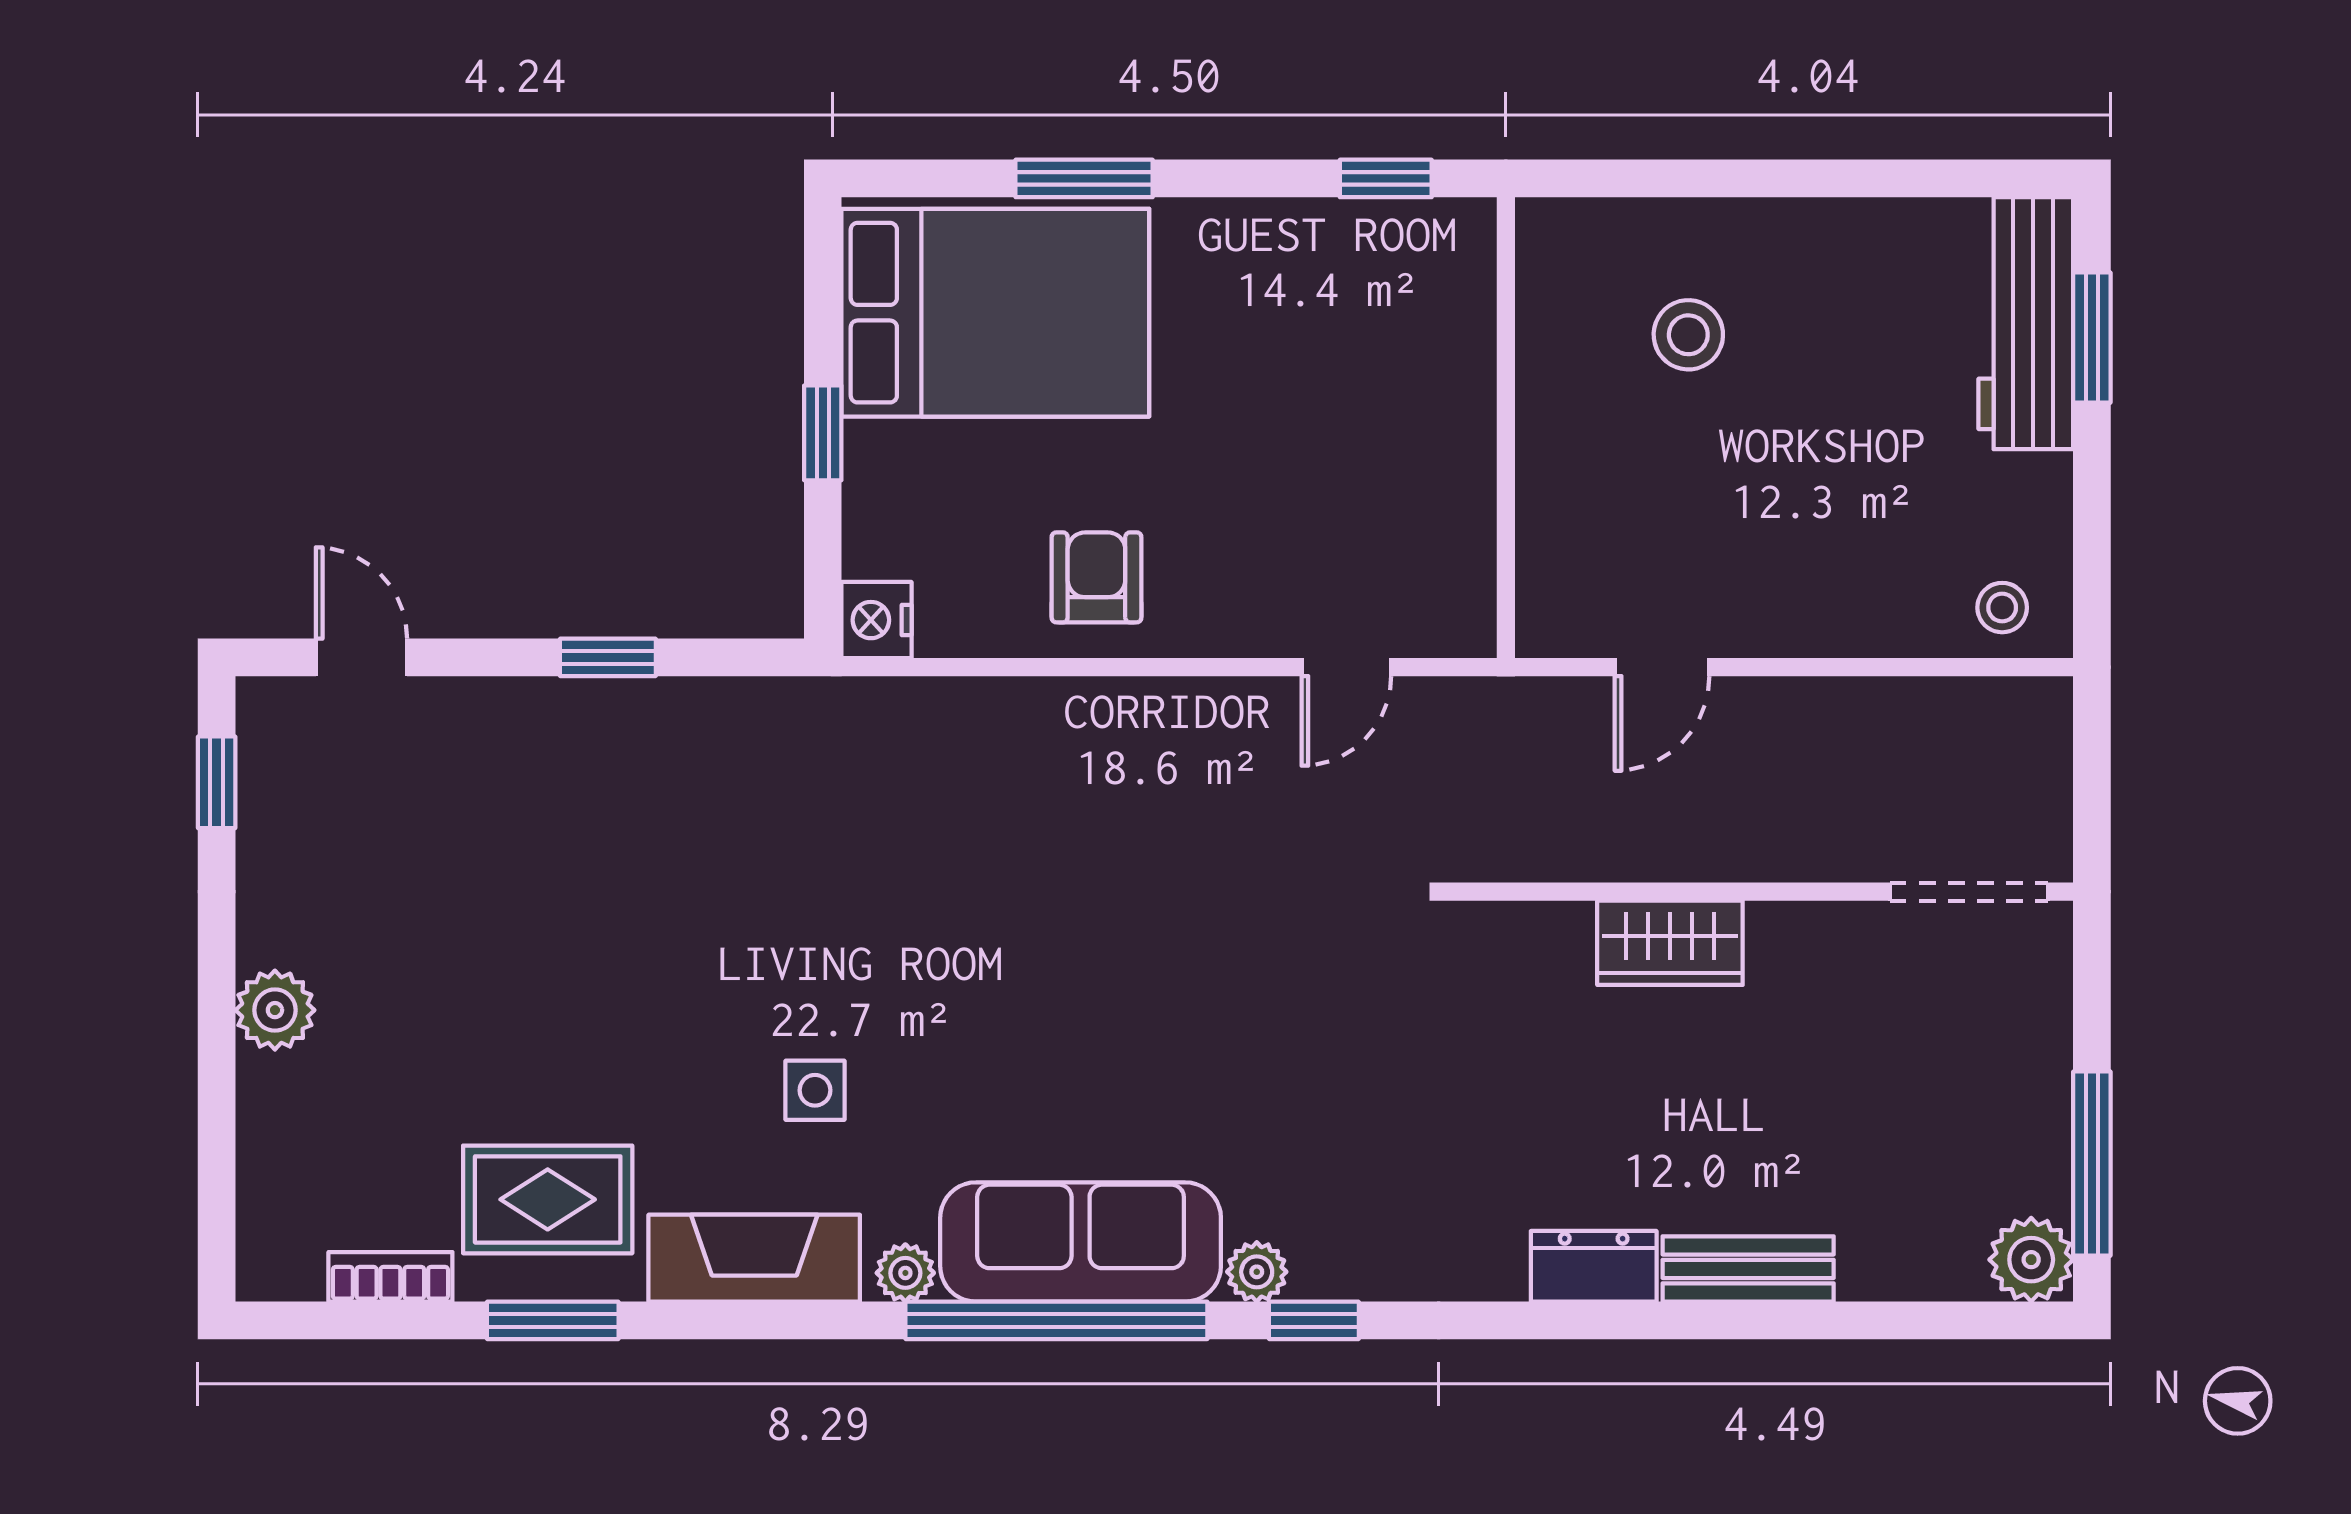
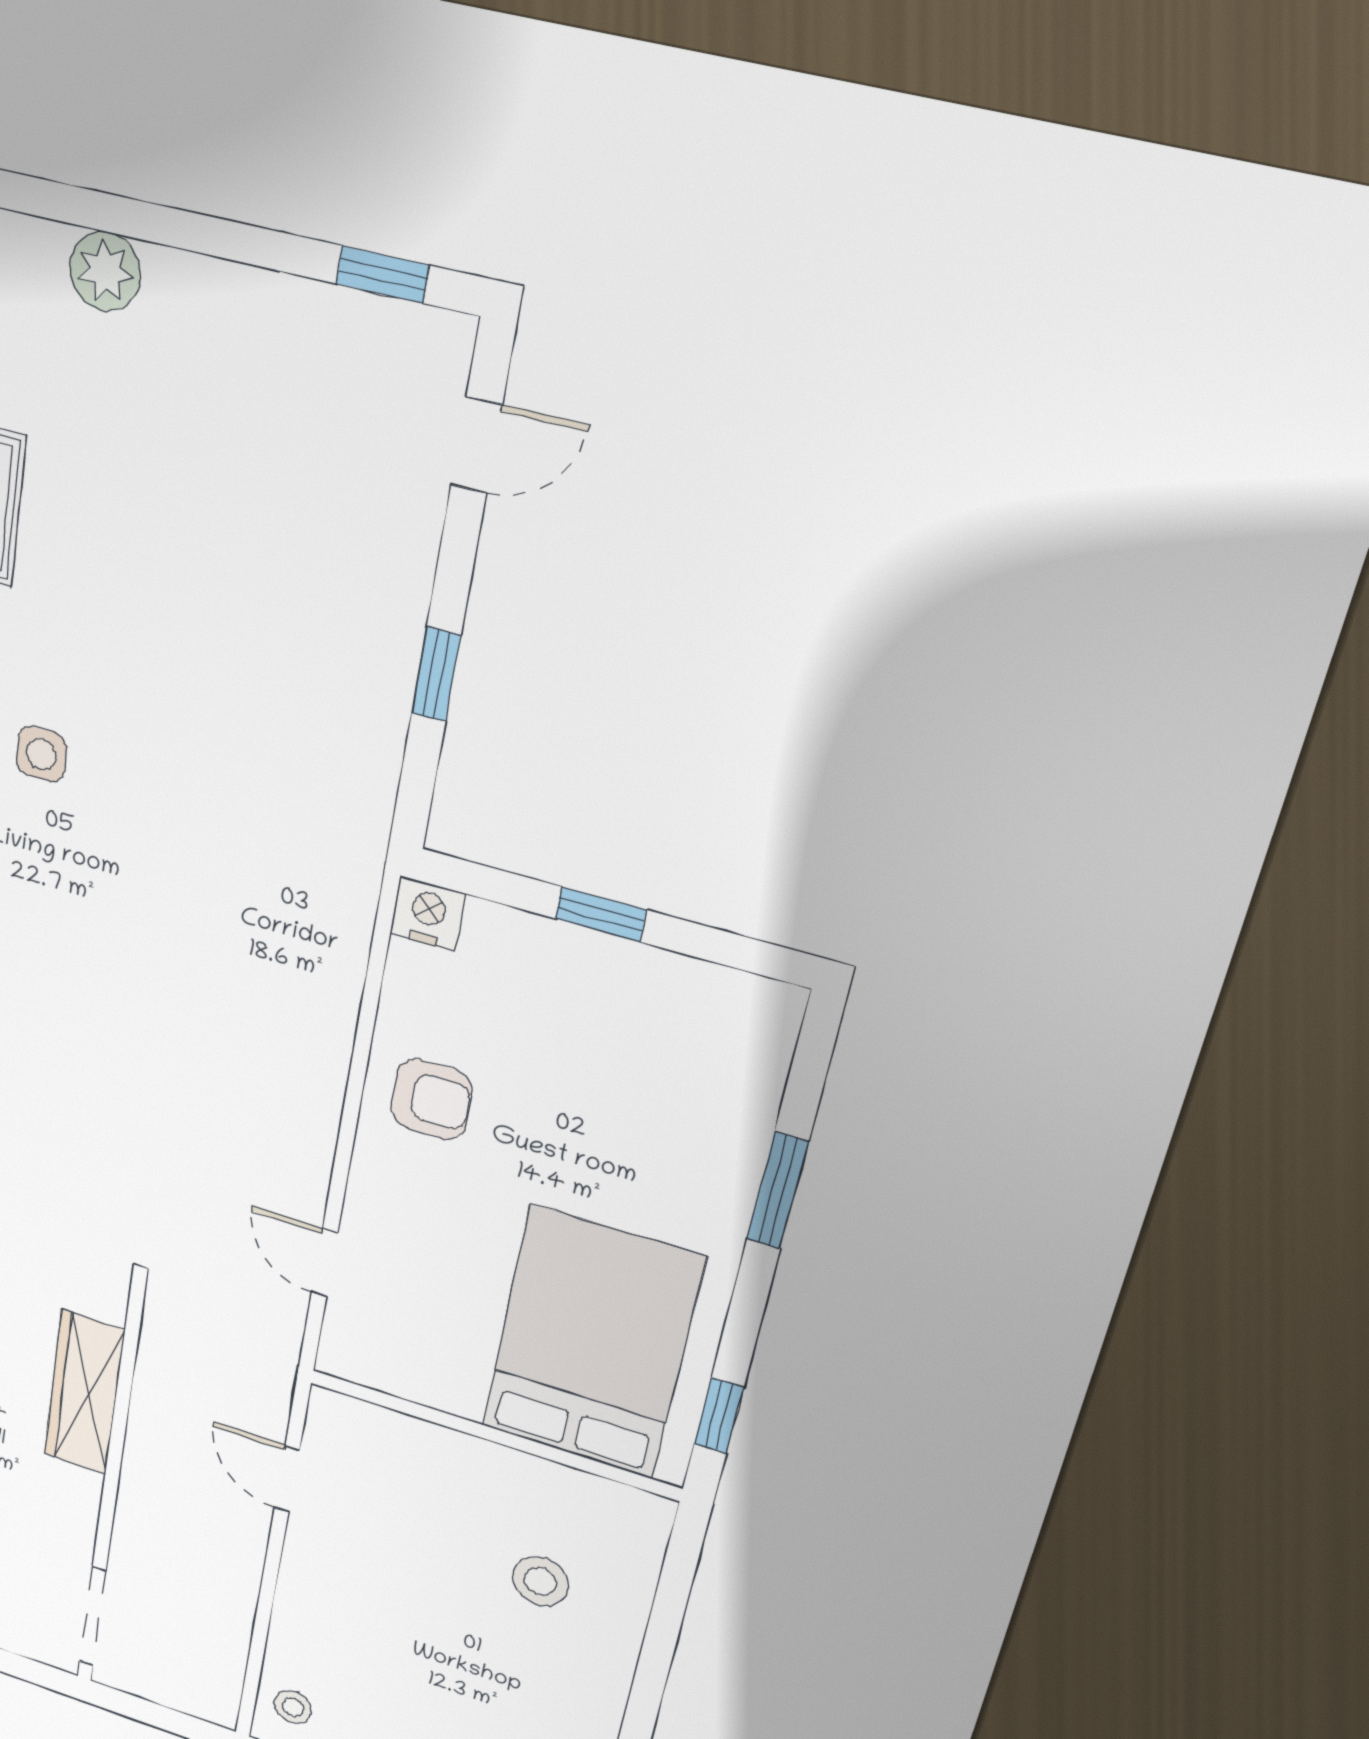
bed: (995, 313) -> (592, 1343), moved, turned 180
wardrobe: (1670, 943) -> (84, 1392), width x1.50
plant: (275, 1010) -> (105, 271), moved

